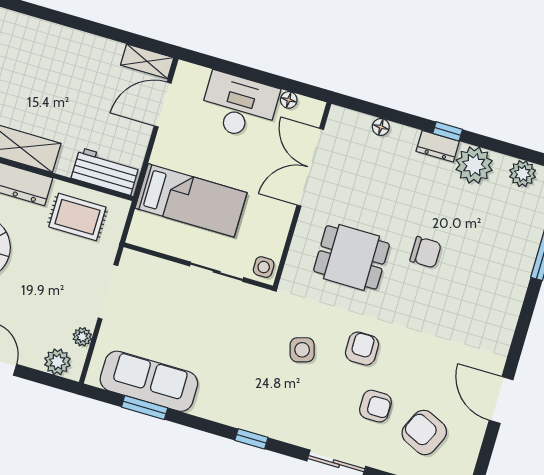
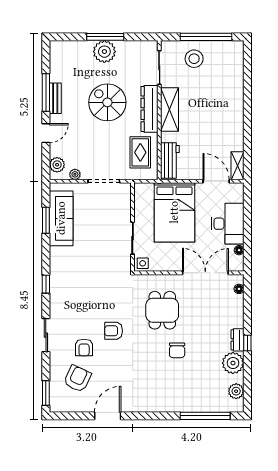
floor lamp: (381, 127) -> (239, 289), moved
bed: (191, 200) -> (174, 212), width x1.50
armchair: (362, 349) -> (114, 331), turned 180
side table: (302, 350) -> (103, 298), removed

